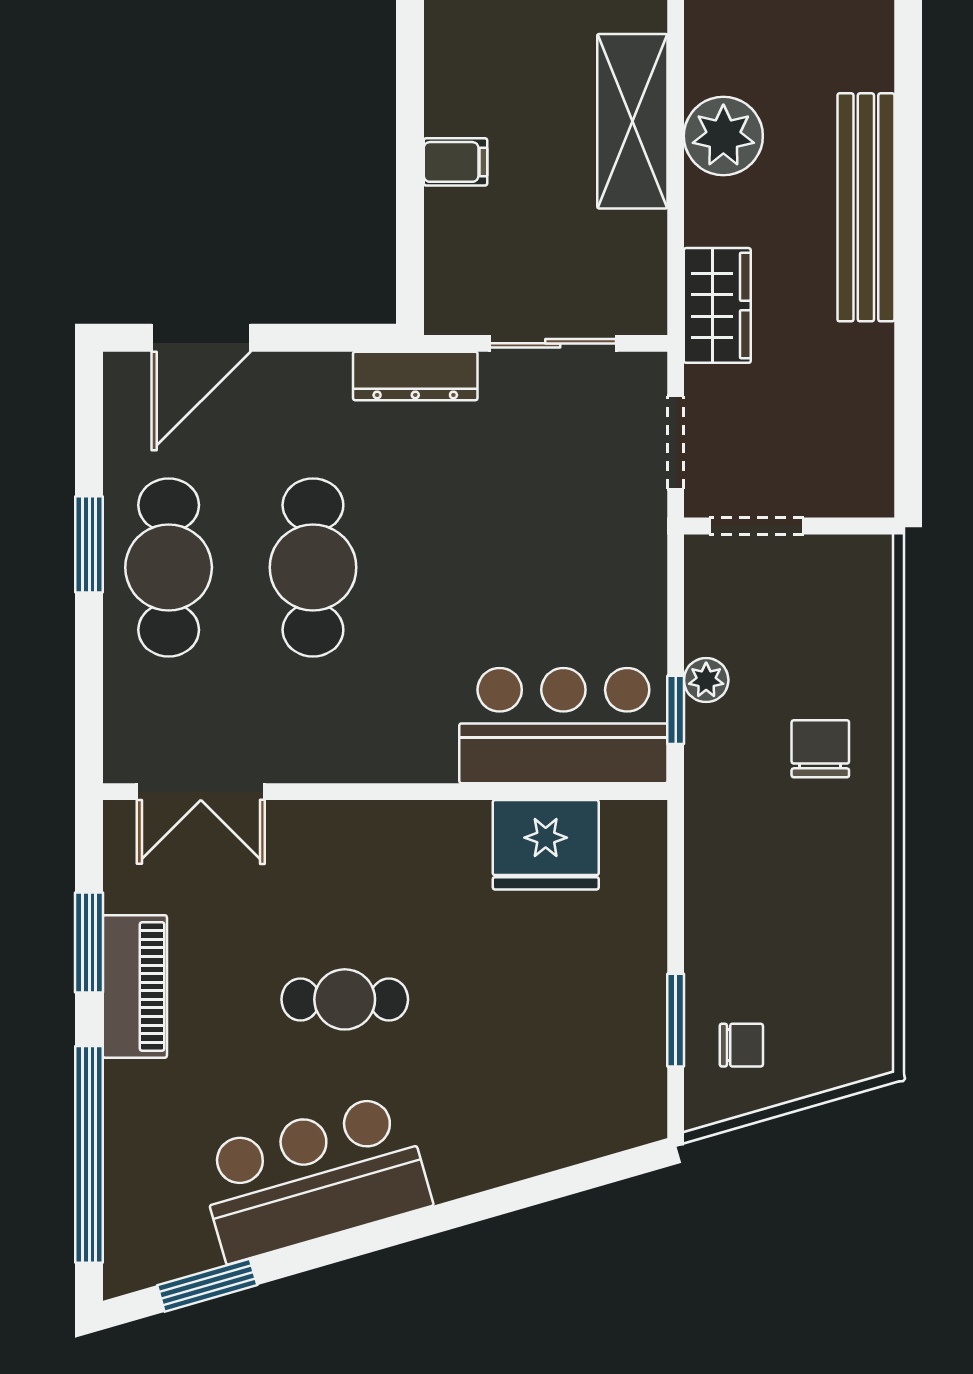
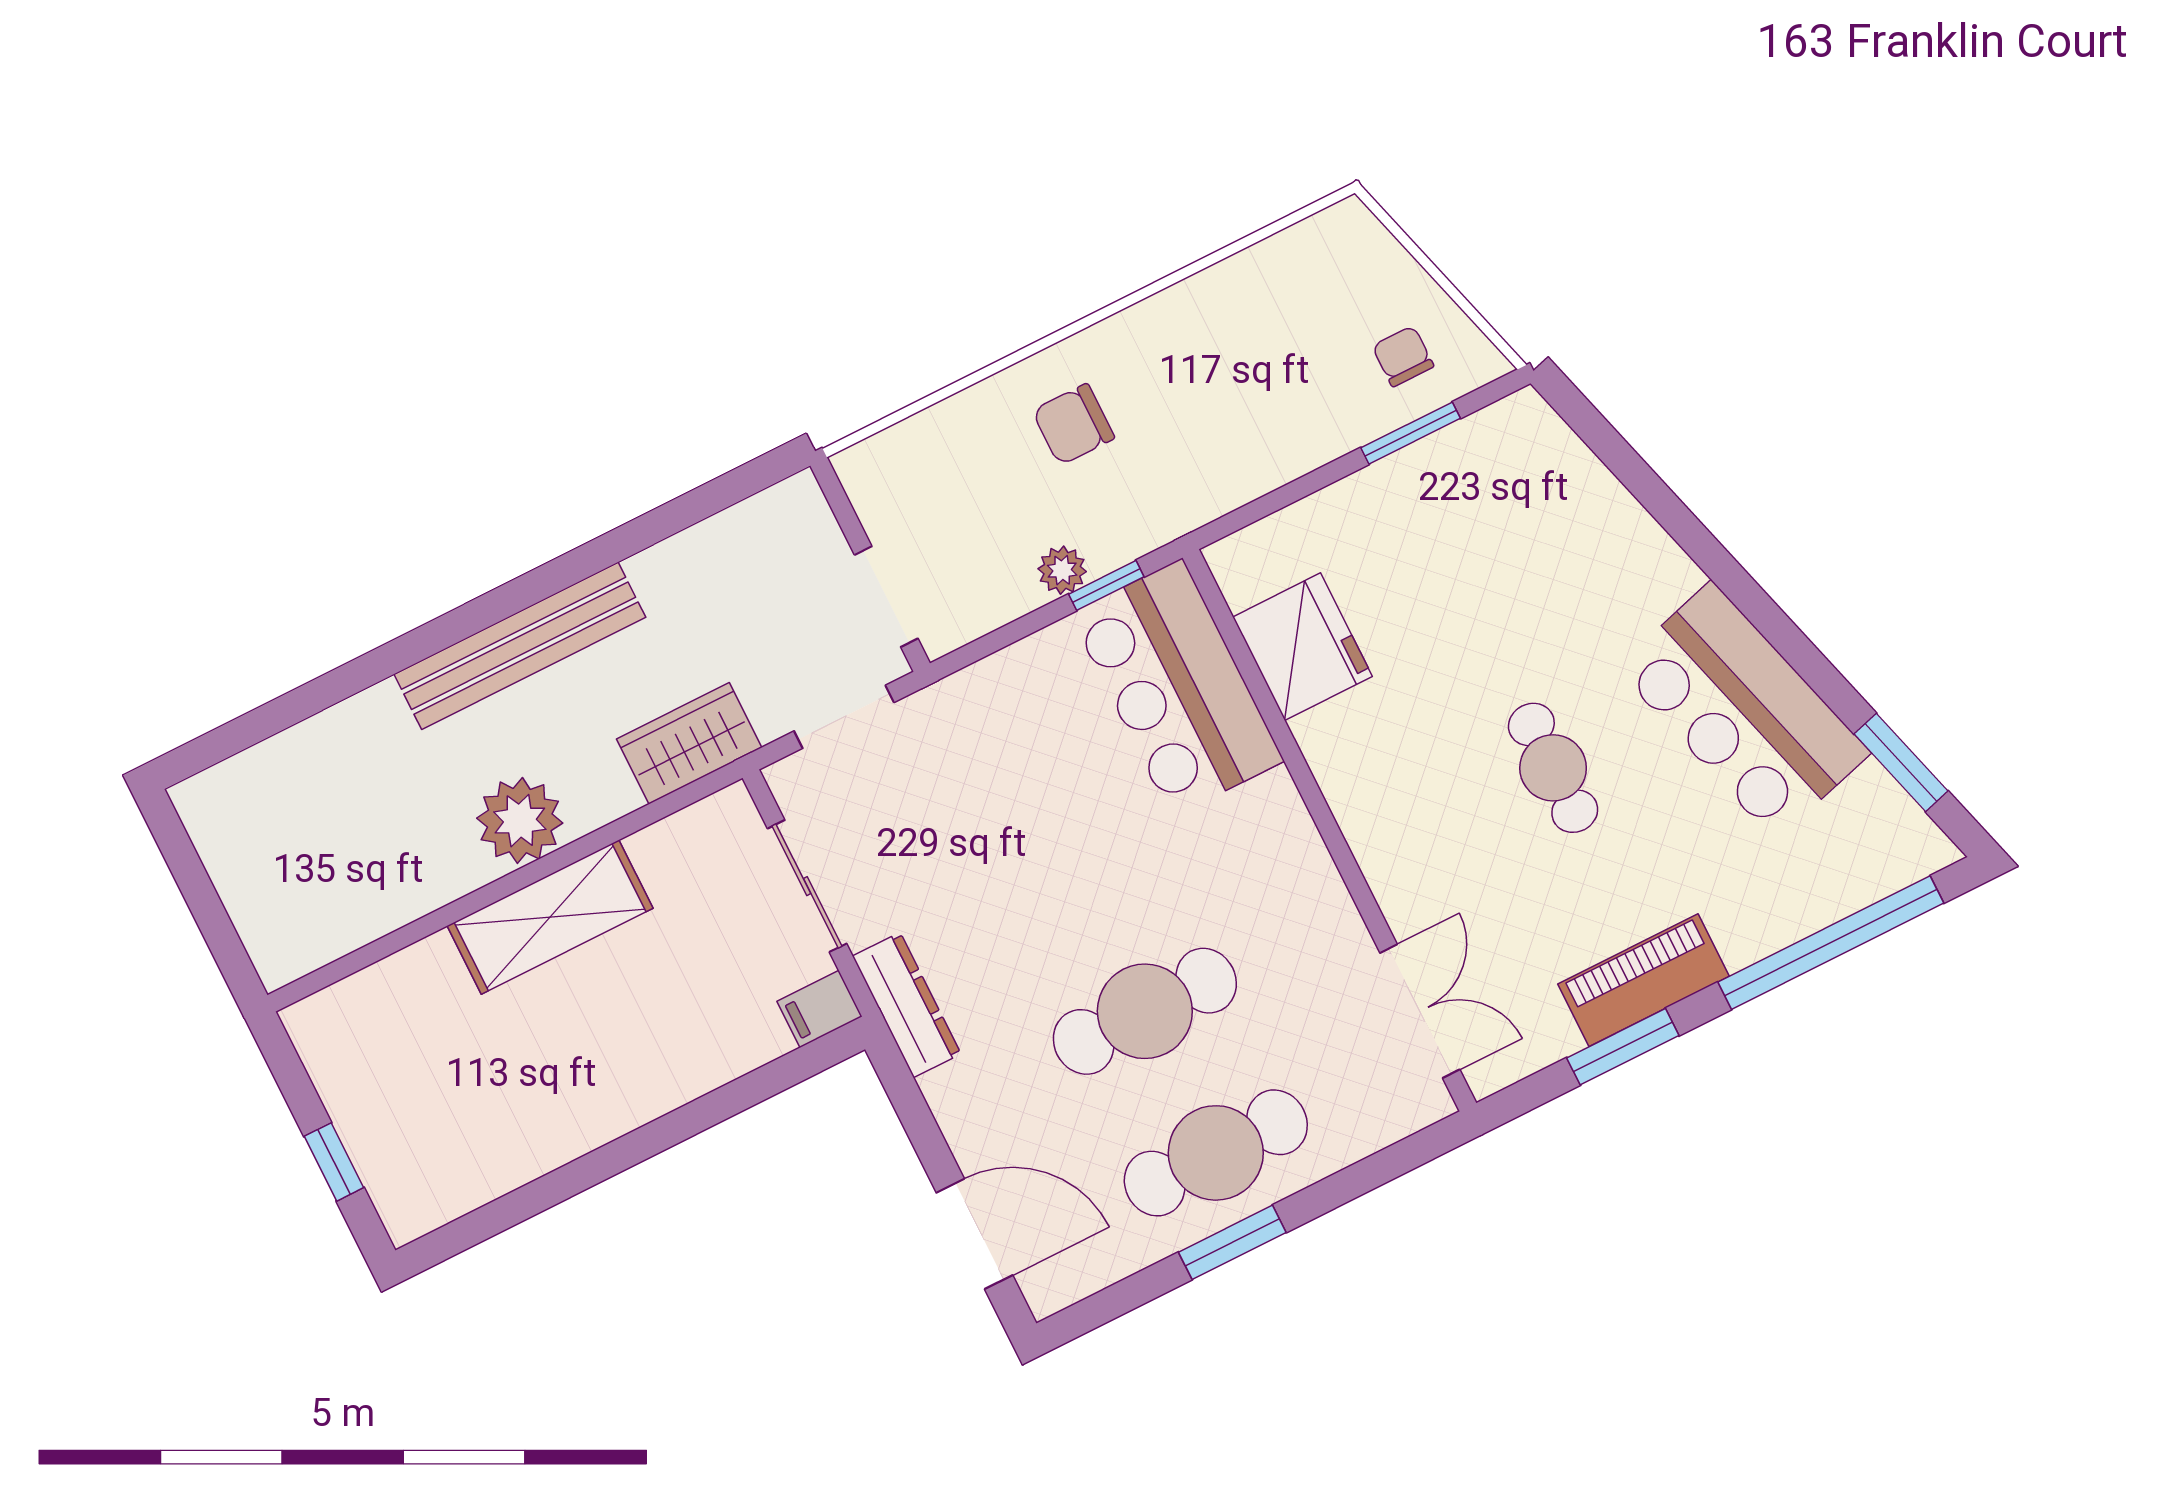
filing cabinet: (456, 162) -> (820, 1009), moved, turned -90

